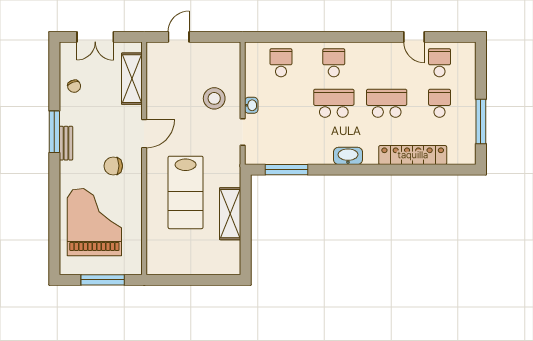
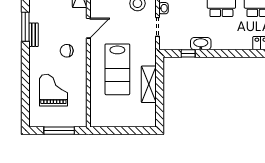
washbasin: (348, 156) -> (201, 44), moved
window: (286, 170) -> (188, 53), width x0.46
grand piano: (94, 222) -> (53, 90), width x0.73, depth x0.68

